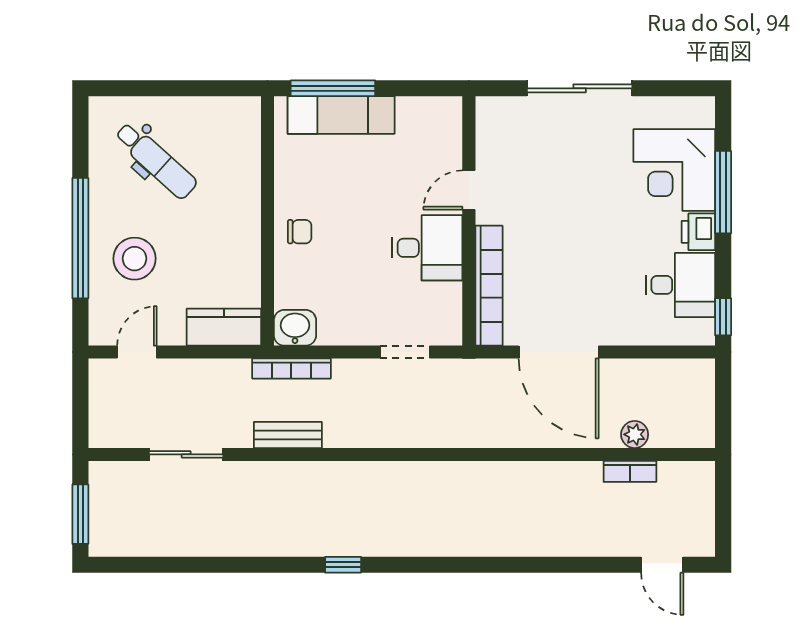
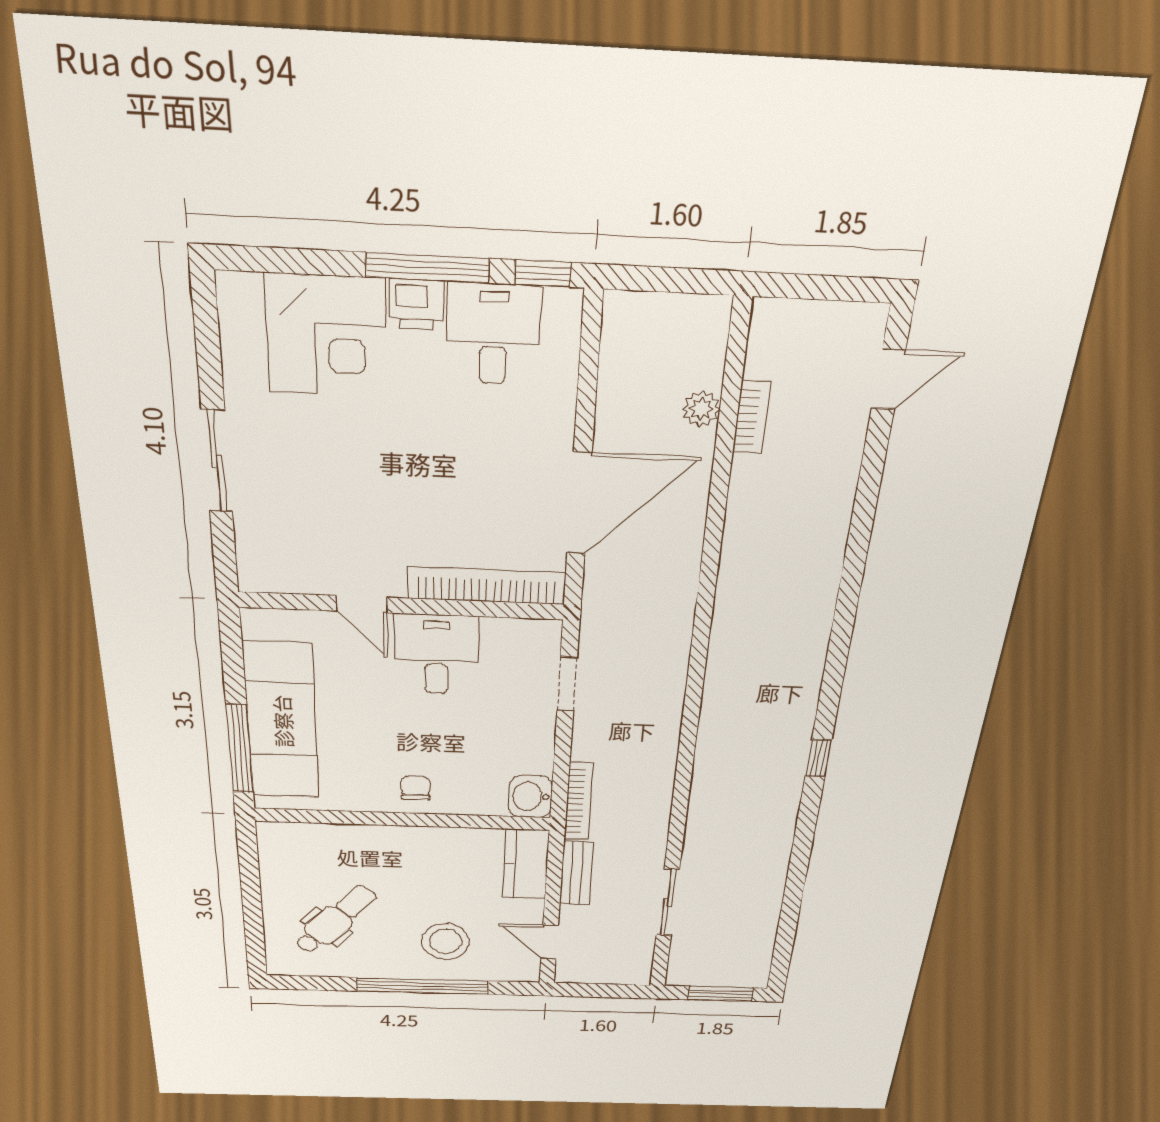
sliding door: (580, 88) -> (217, 461), width x0.73
exam couch: (341, 115) -> (282, 721), width x1.36, depth x1.45
window: (723, 192) -> (427, 268), moved
bench: (288, 435) -> (576, 873), moved

